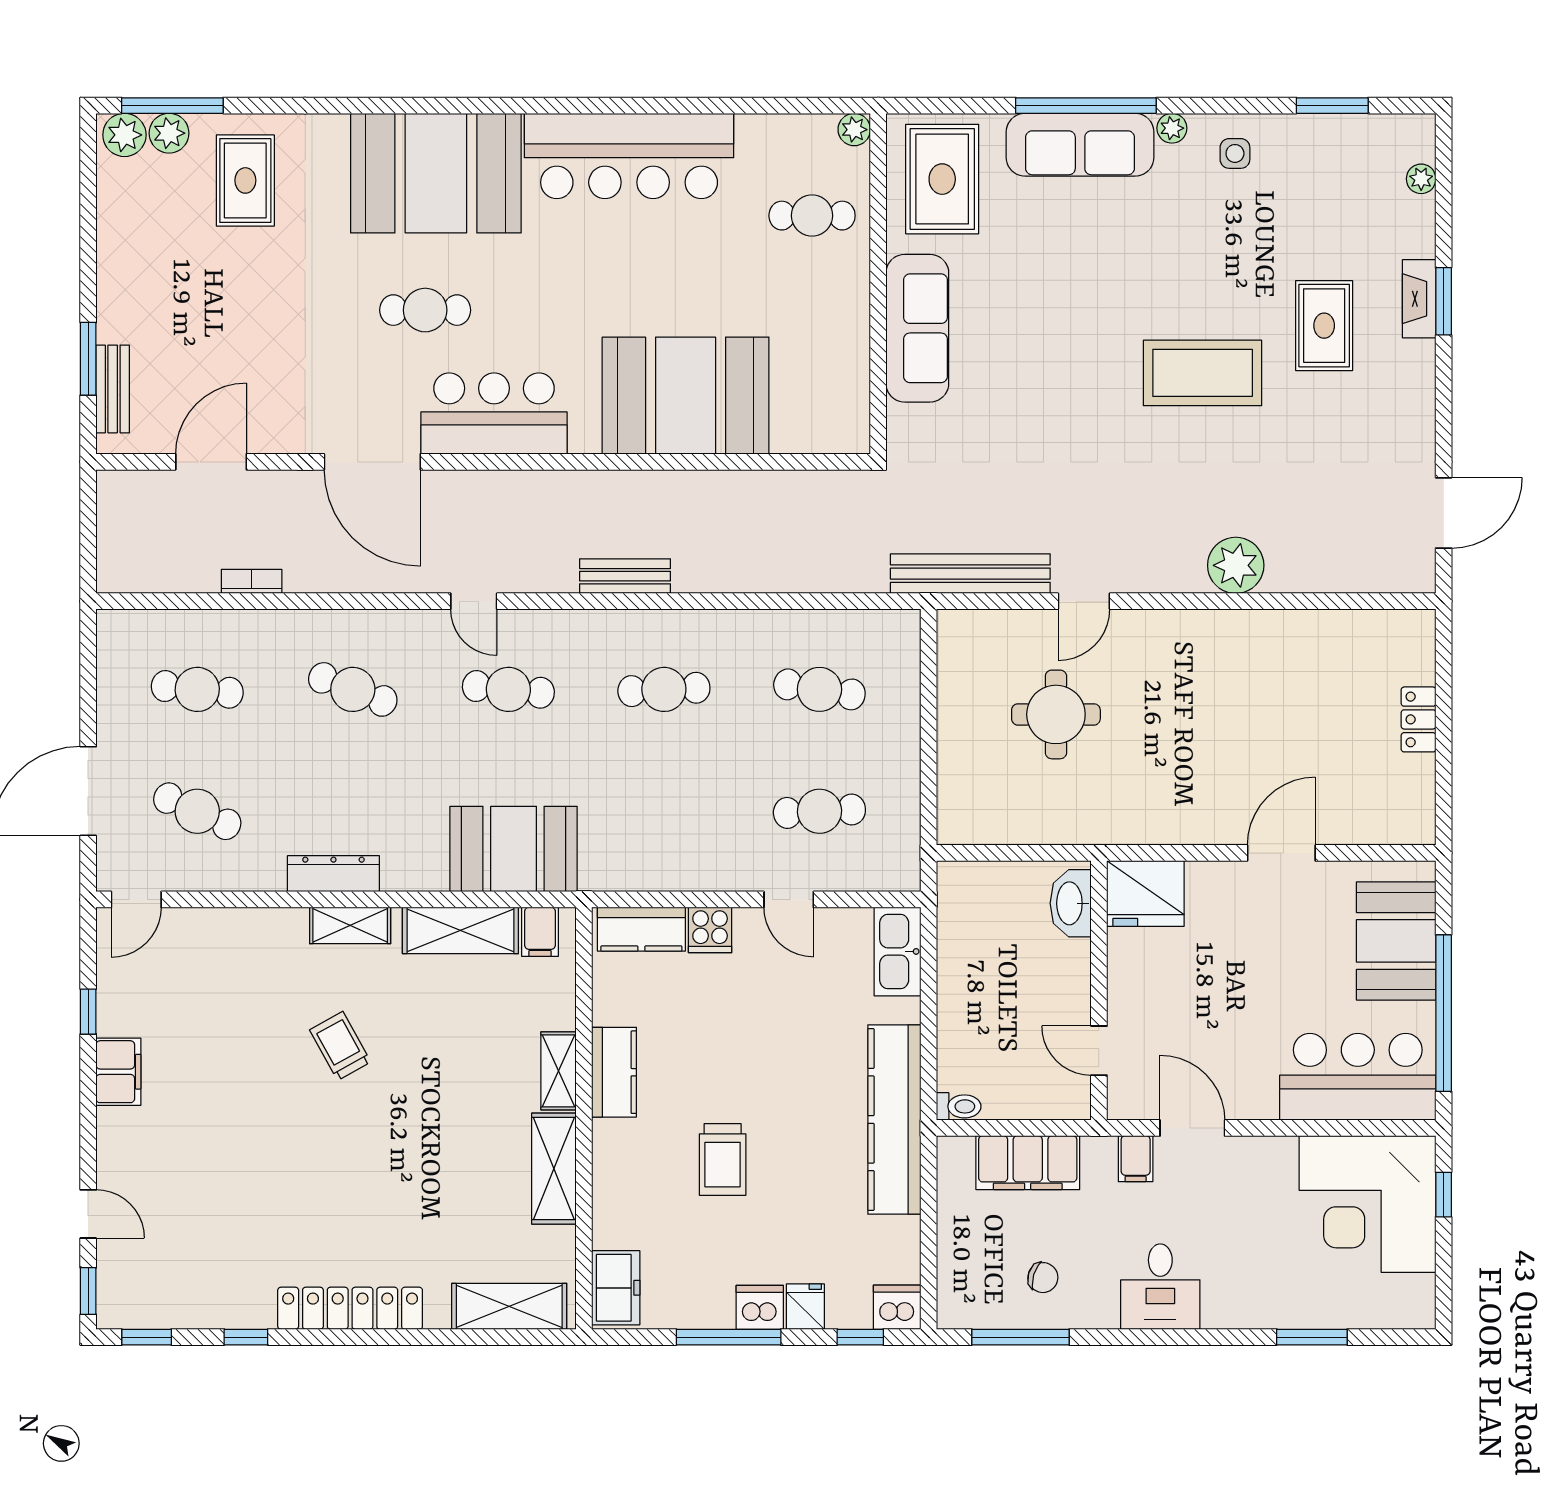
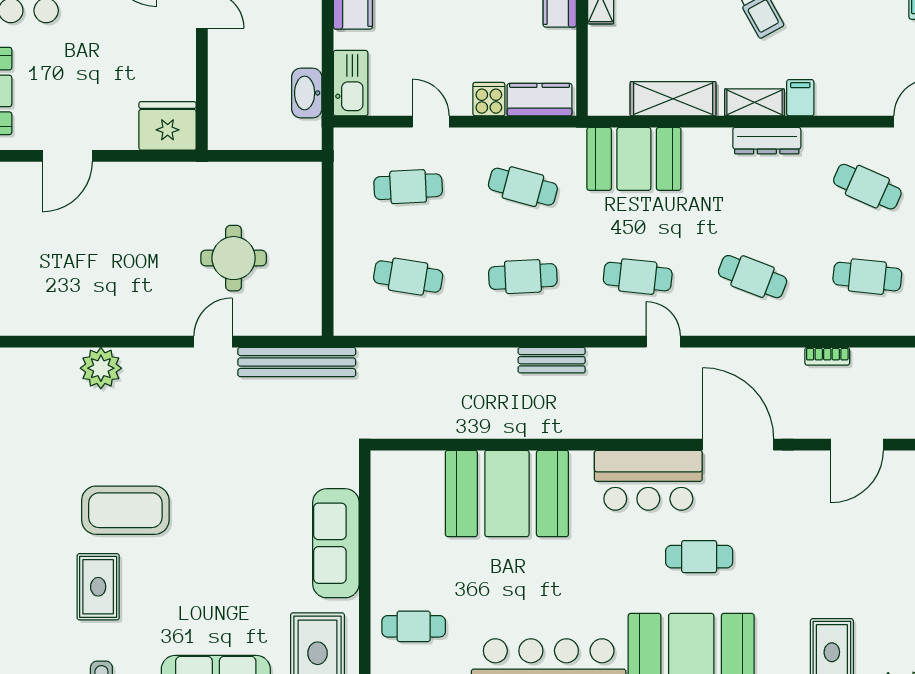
rug: (1324, 326) -> (98, 587), moved
cafe table: (664, 811) -> (523, 187), added
washbasin: (1071, 903) -> (307, 93), moved, turned 180
filing cabinet: (540, 932) -> (800, 98), moved

